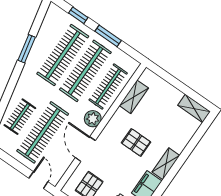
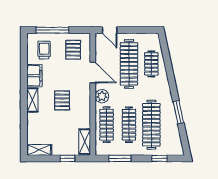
window: (108, 36) -> (120, 158), moved
clothes rail: (85, 71) -> (129, 125), width x0.73, depth x0.76
window: (171, 80) -> (67, 158), added
shelving: (134, 97) -> (85, 142), moved
pallet: (136, 142) -> (62, 100), turned 90

